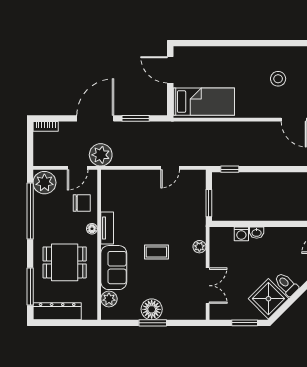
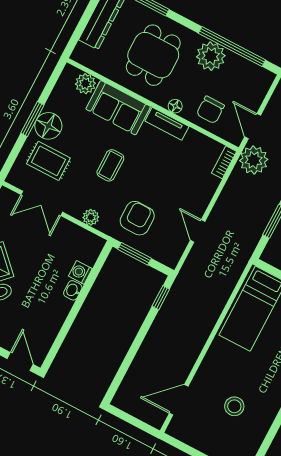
bookcase: (113, 174) -> (224, 162), added
plant: (44, 183) -> (211, 56), moved
armchair: (183, 214) -> (137, 218), added
rug: (176, 297) -> (48, 161), added

